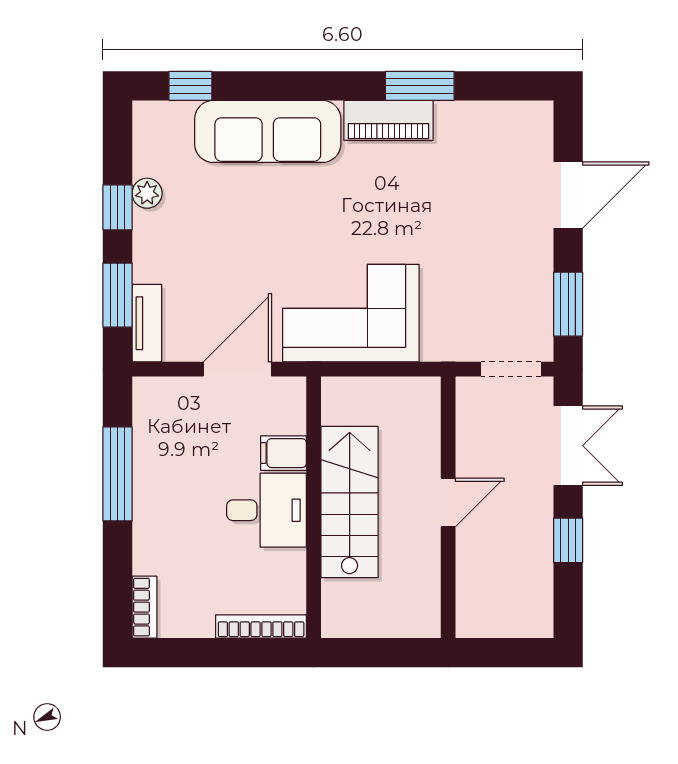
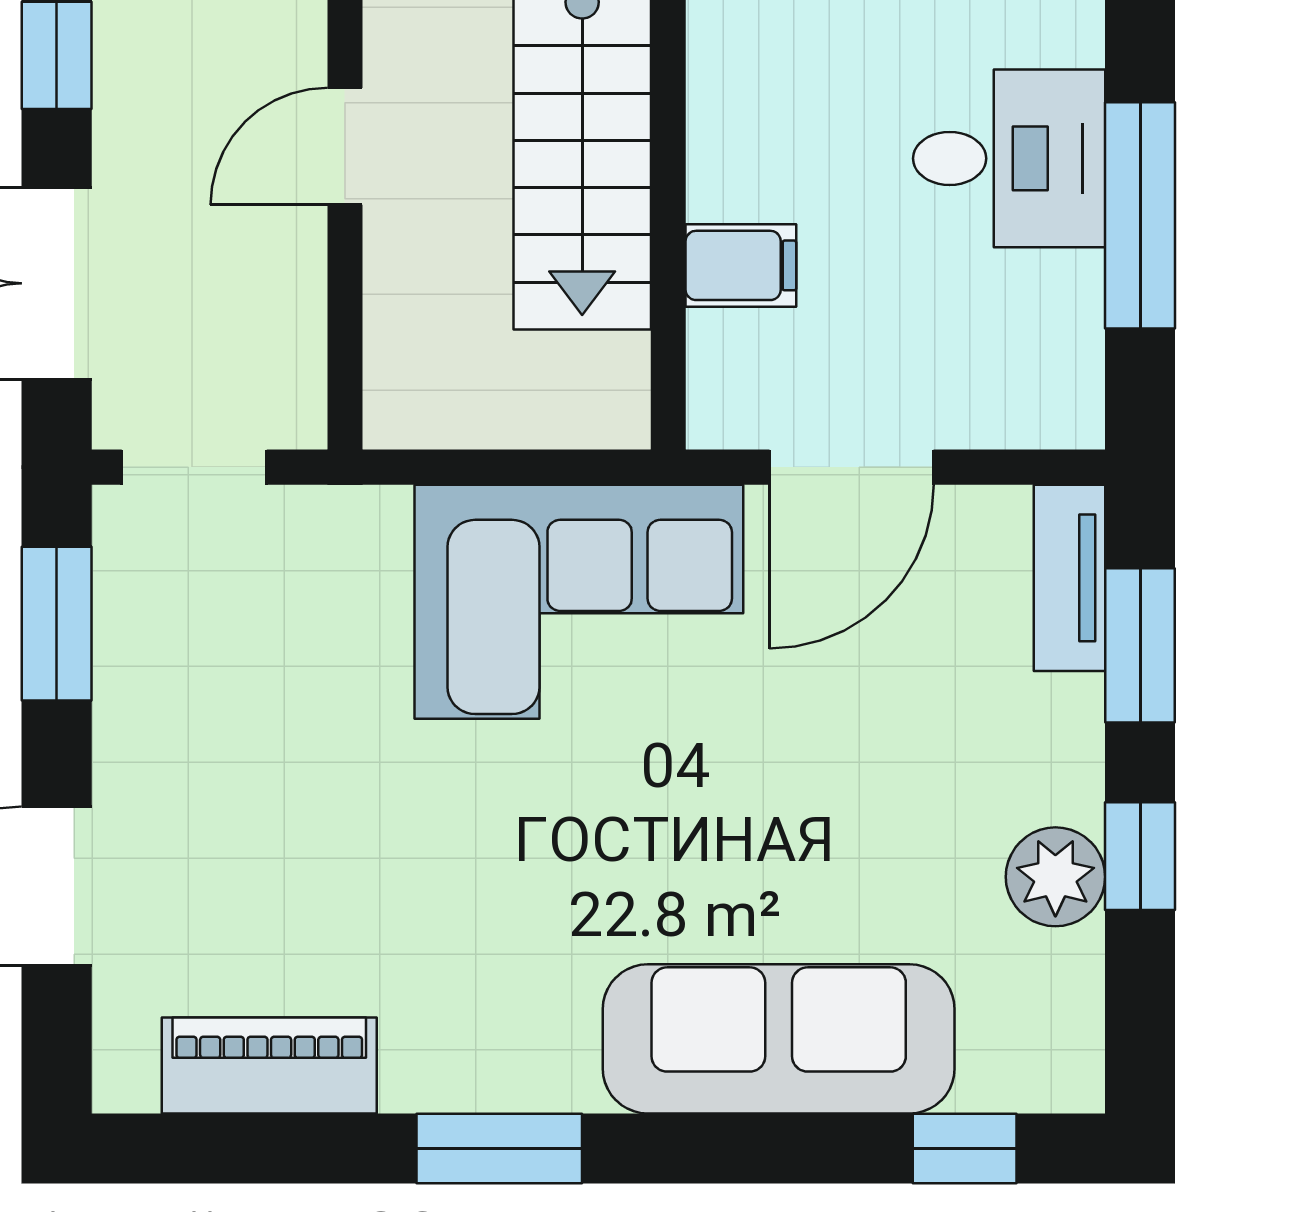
window: (420, 86) -> (499, 1149), moved
piano: (388, 120) -> (269, 1066), moved
plant: (147, 193) -> (1055, 877), width x1.38, depth x1.38
desk: (267, 510) -> (1009, 158), moved, turned 180

